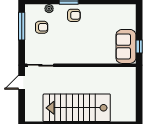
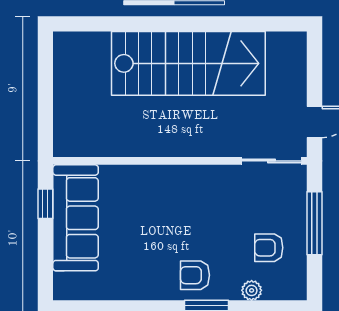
window: (22, 26) -> (315, 223), moved
sofa: (126, 46) -> (76, 218), width x1.36

